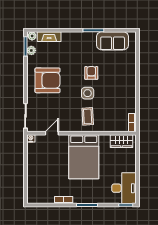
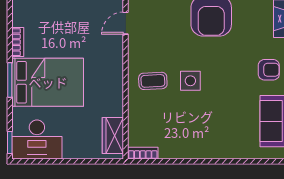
armchair: (91, 73) -> (269, 70), moved
door: (52, 133) -> (126, 23), swing flipped
bed: (84, 157) -> (48, 82), moved, turned 180

